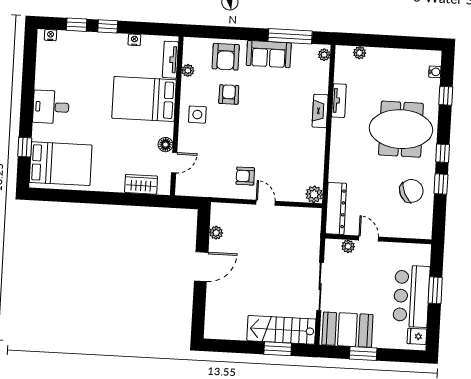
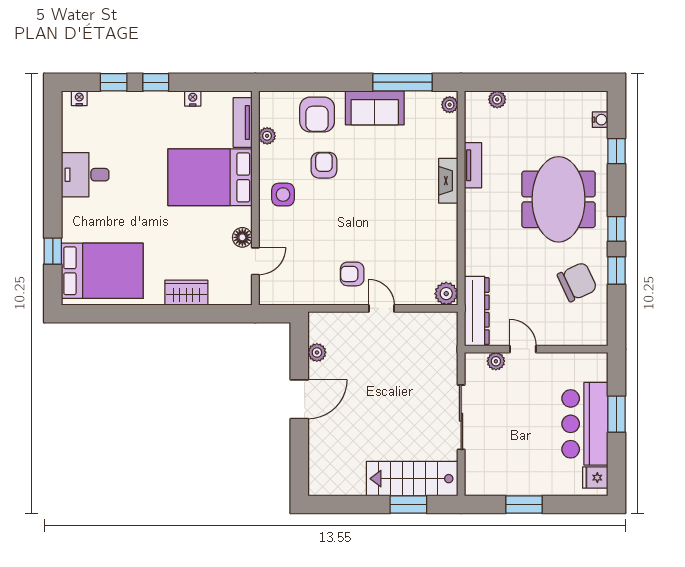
desk: (51, 107) -> (85, 175), moved
meeting table: (401, 129) -> (559, 199), turned 90
wardrobe: (141, 184) -> (186, 293), moved
booth: (347, 330) -> (501, 474), removed

